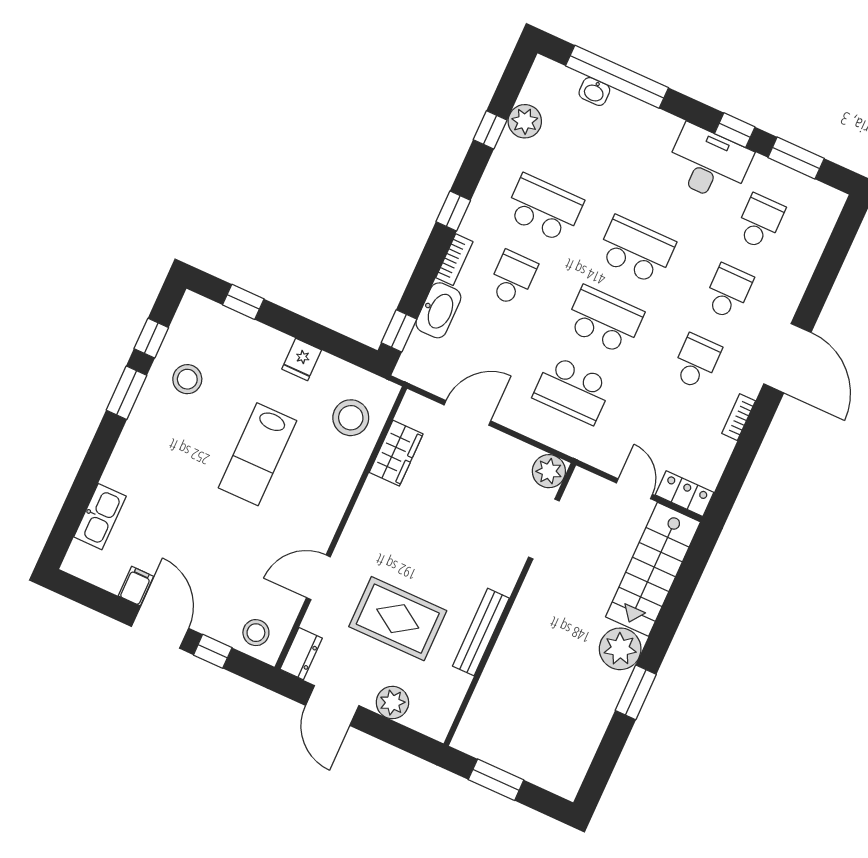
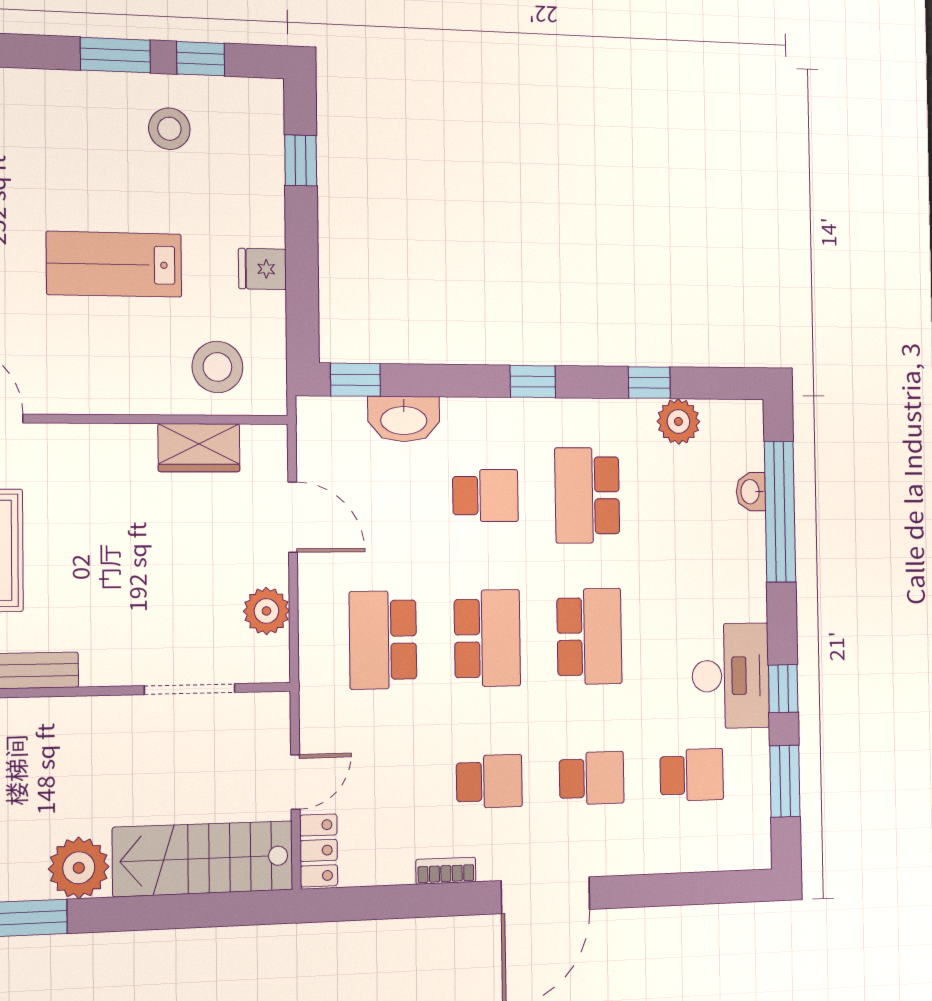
school desk: (544, 208) -> (587, 495), turned 180
bookcase: (454, 260) -> (475, 410), removed
plant: (549, 471) -> (266, 611), moved

